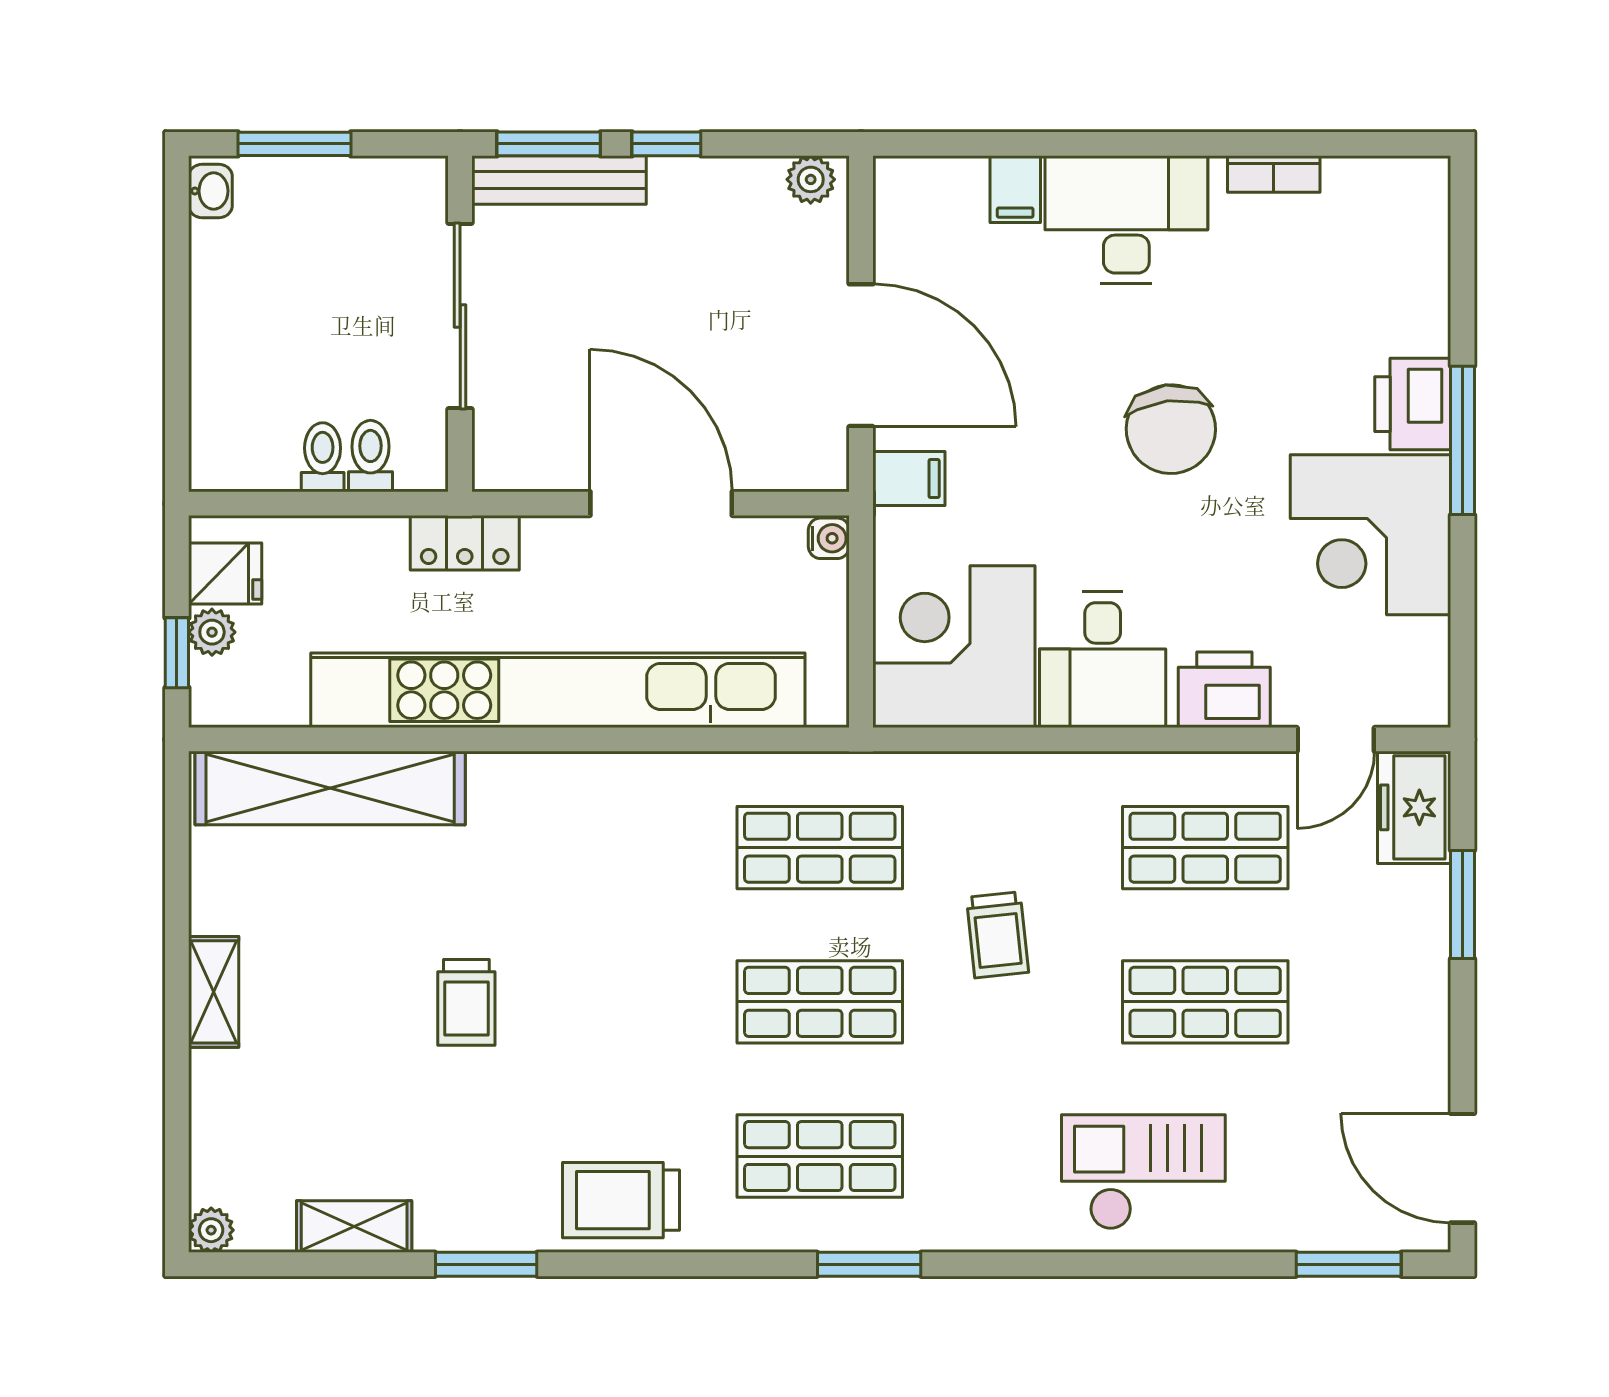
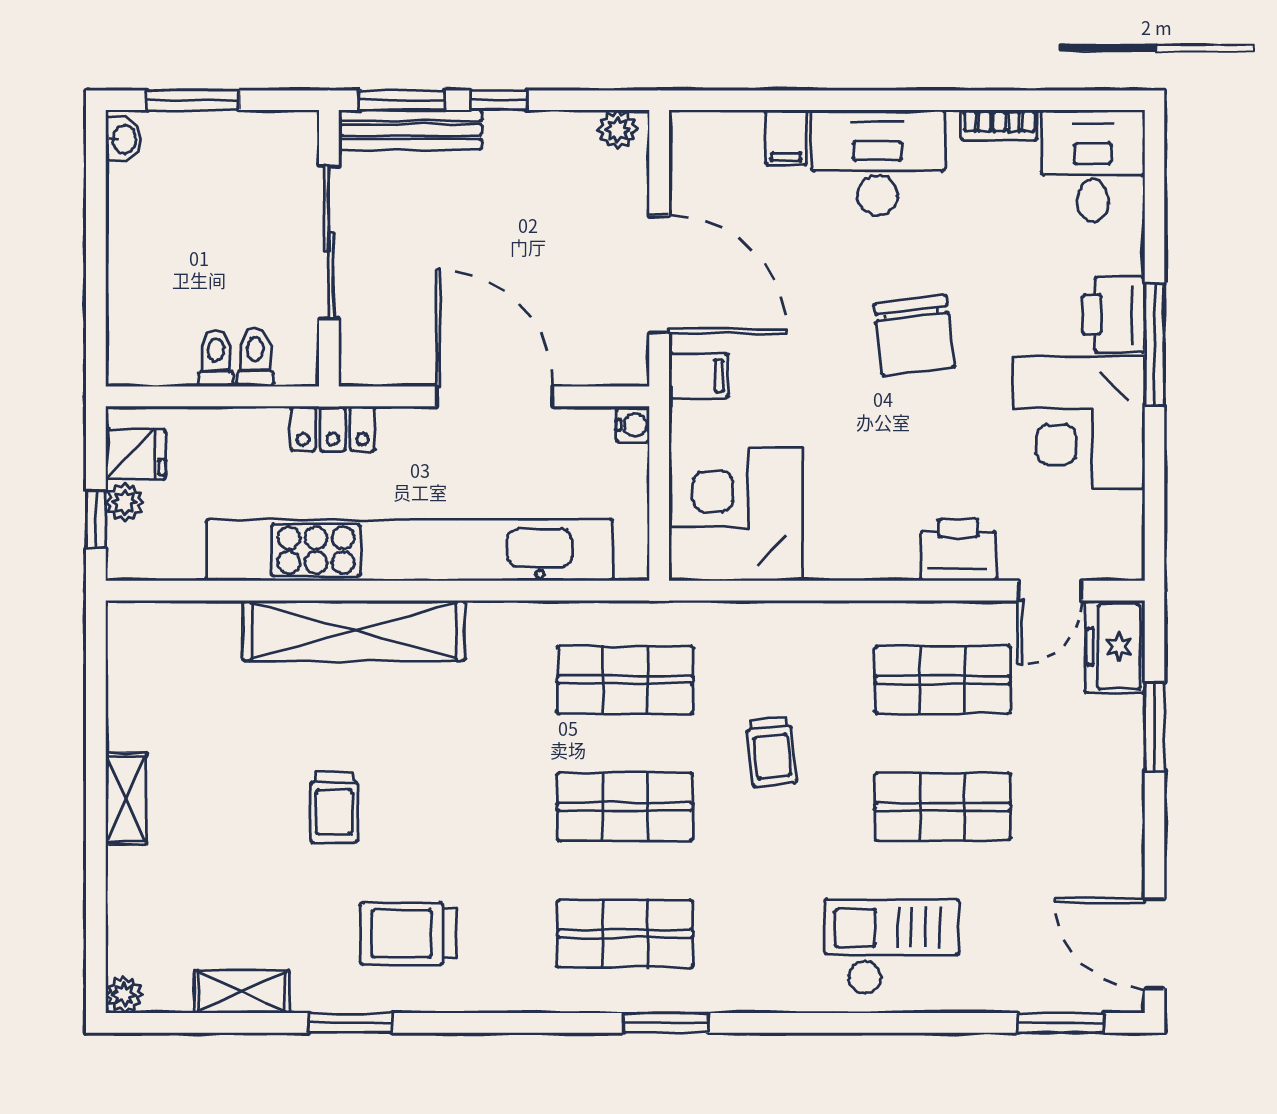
desk: (1103, 660) -> (1093, 166), moved, turned 180
shelving: (330, 788) -> (354, 631), moved
trolley: (621, 1200) -> (408, 934), moved

